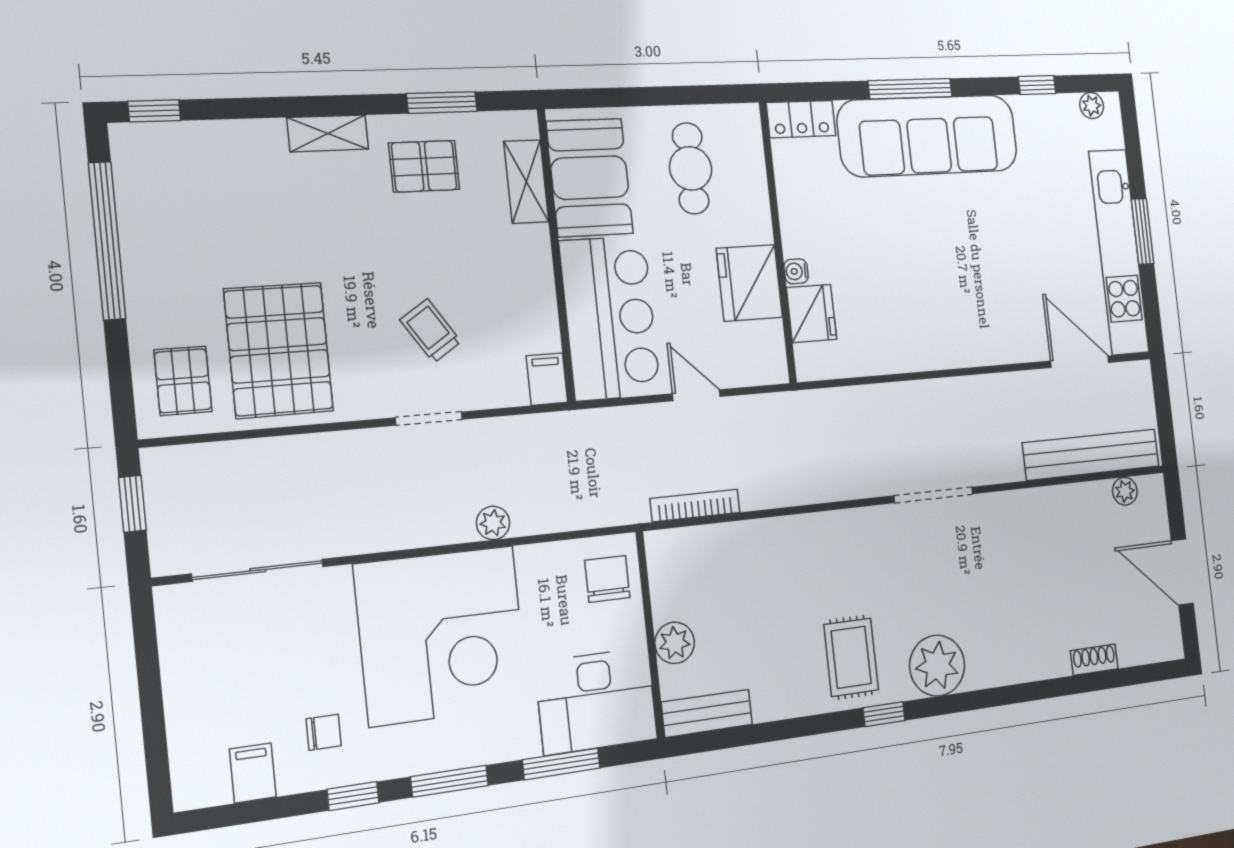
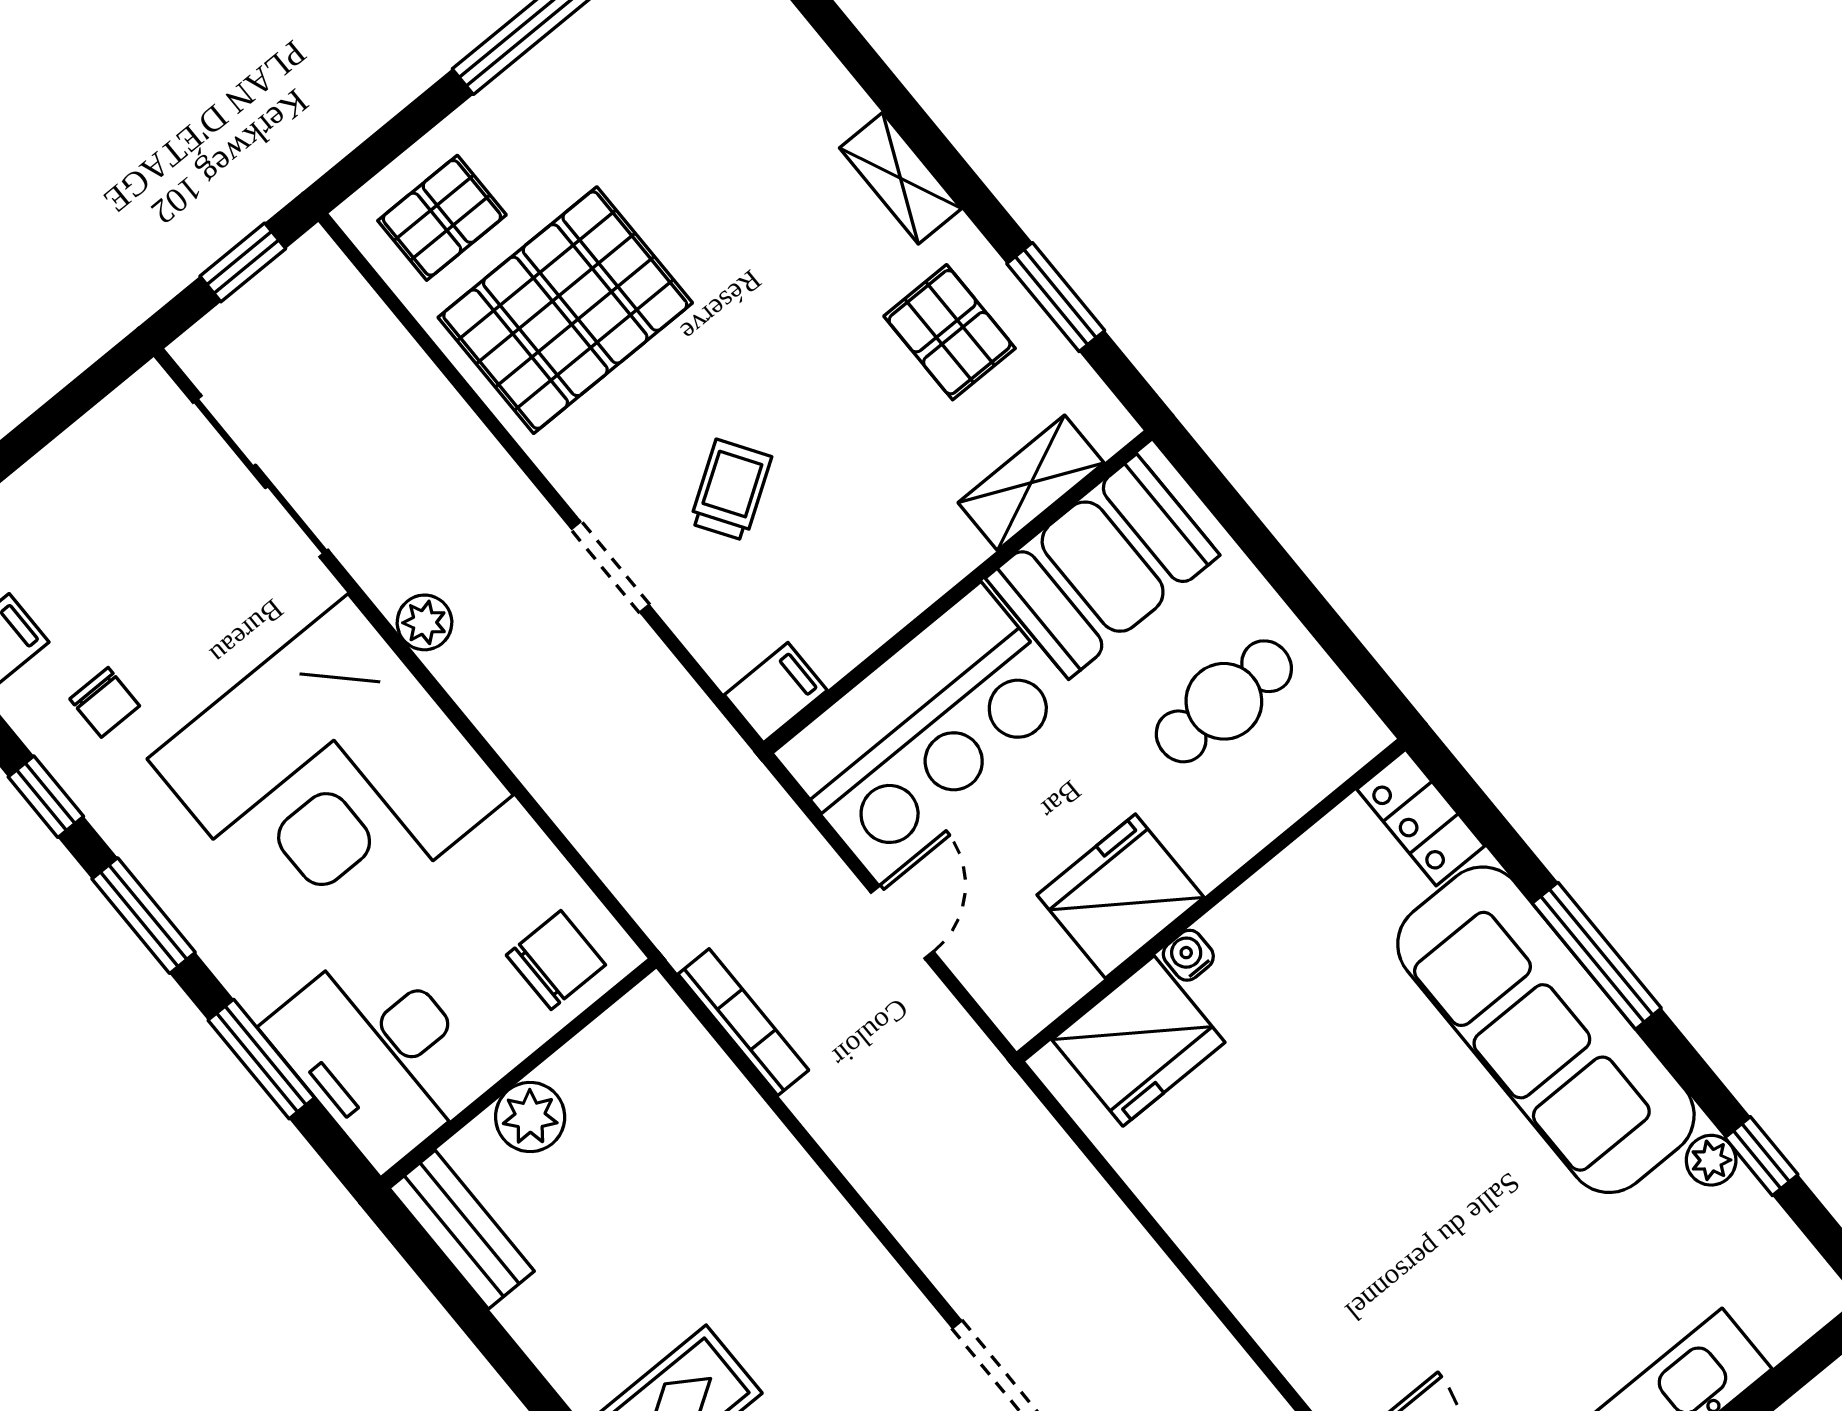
plant: (1092, 105) -> (1711, 1160), moved
fridge: (812, 313) -> (1138, 1041), width x1.36, depth x1.34
plant: (493, 523) -> (424, 622), moved

